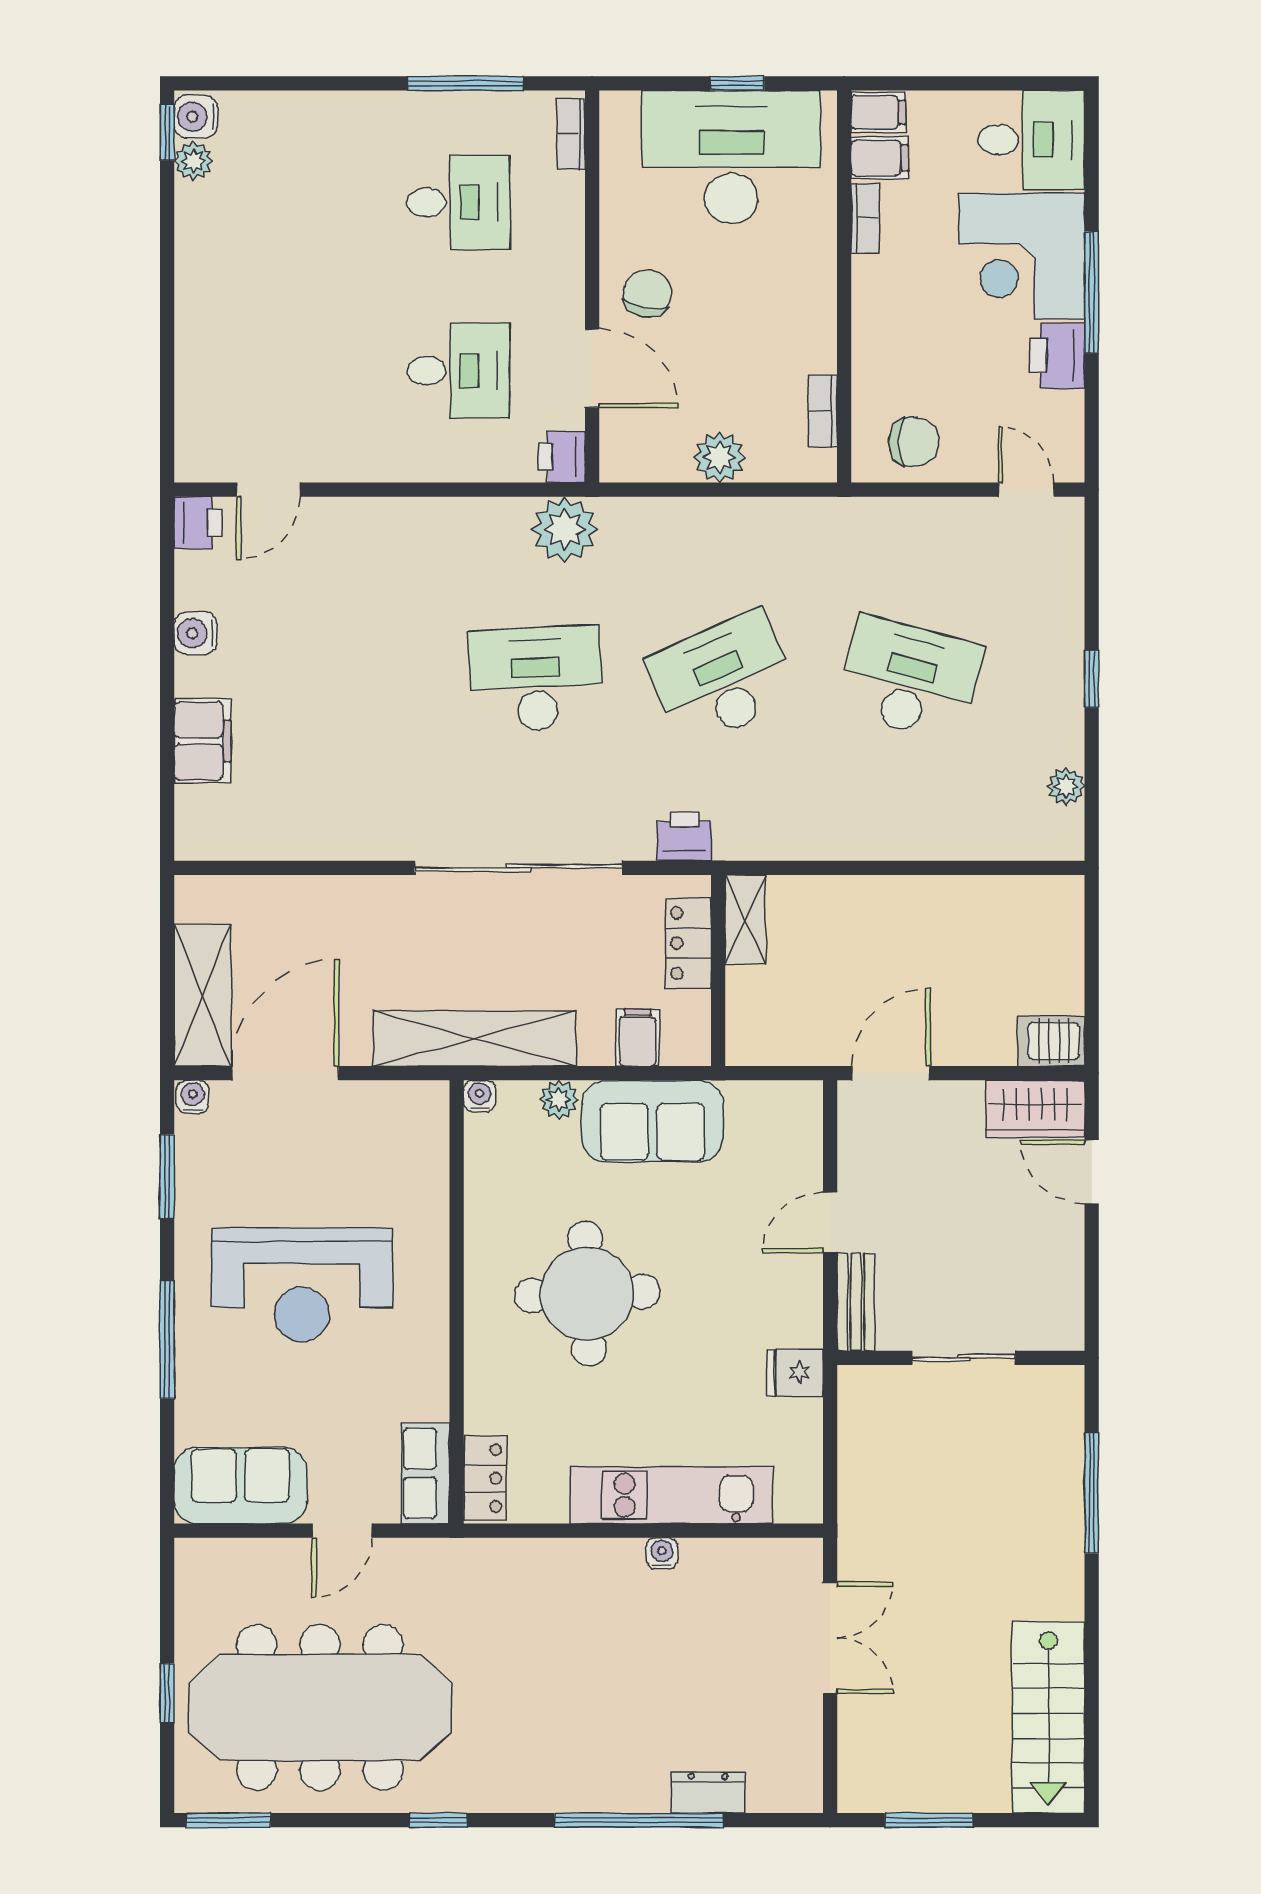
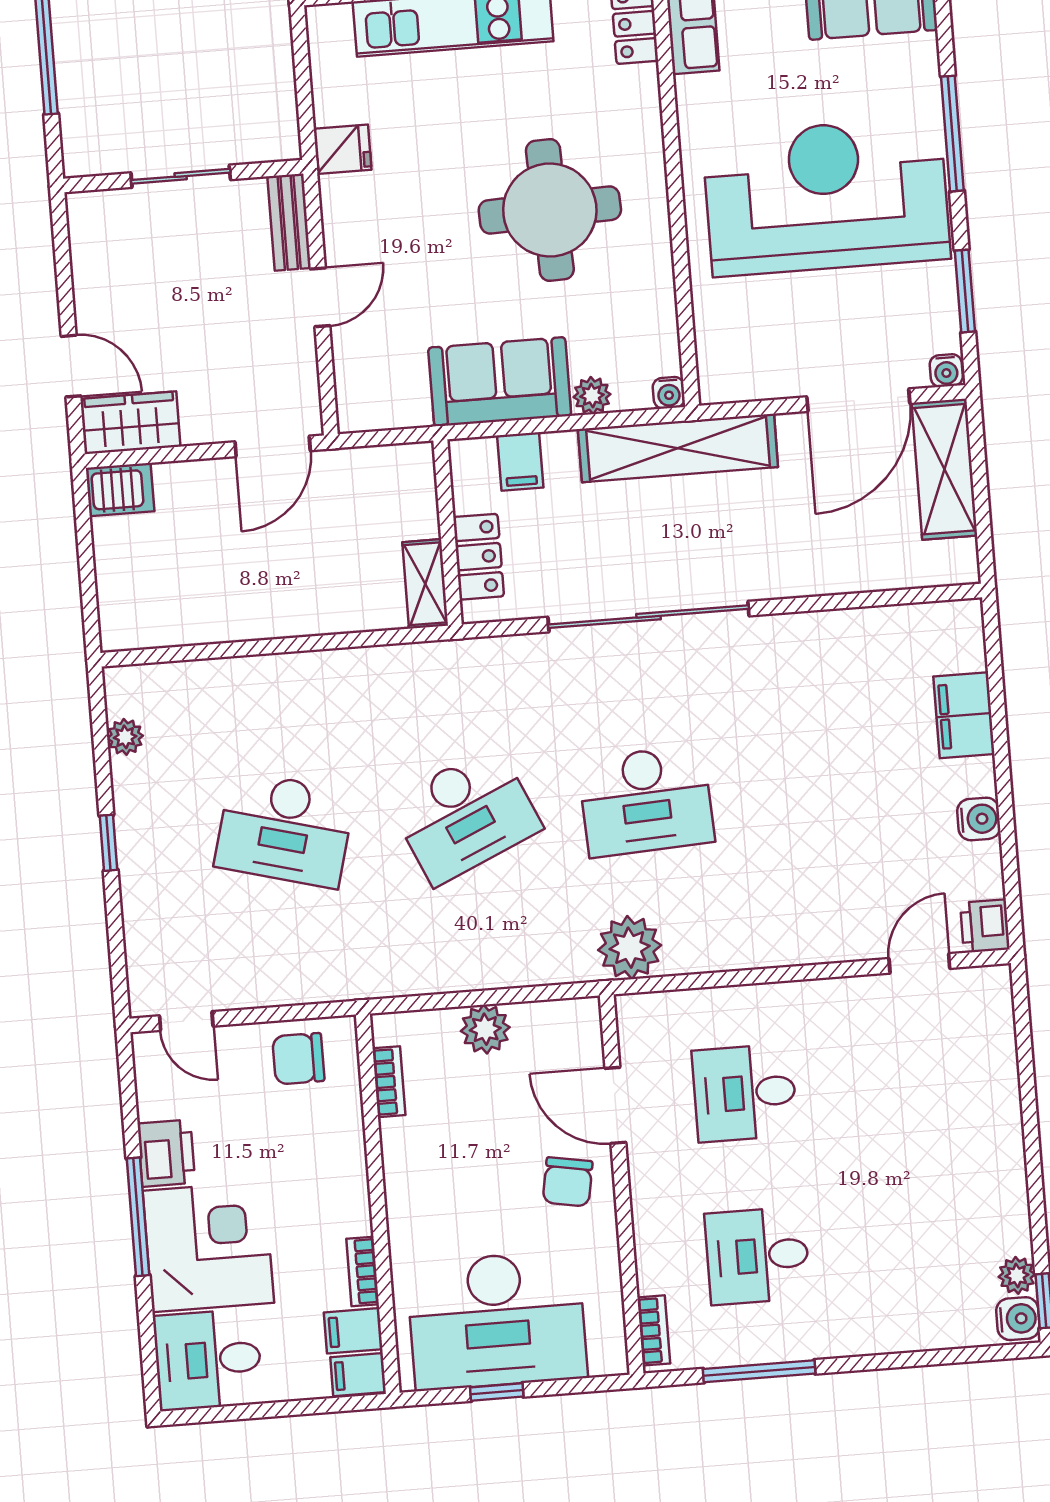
printer: (562, 457) -> (638, 1017), removed
printer: (684, 836) -> (490, 660), removed
reception desk: (302, 1285) -> (826, 197), width x1.36, depth x1.30

